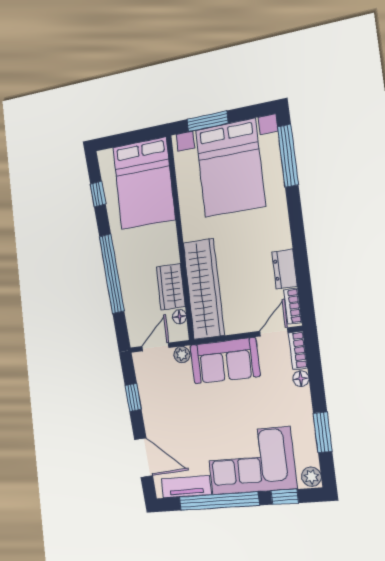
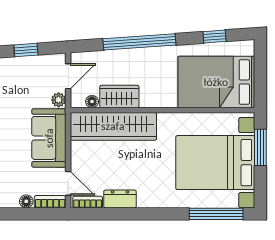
door: (155, 347) -> (68, 76), hinge flipped

